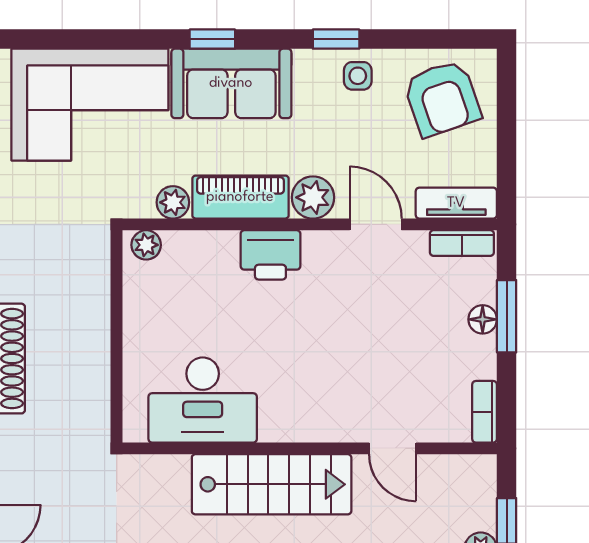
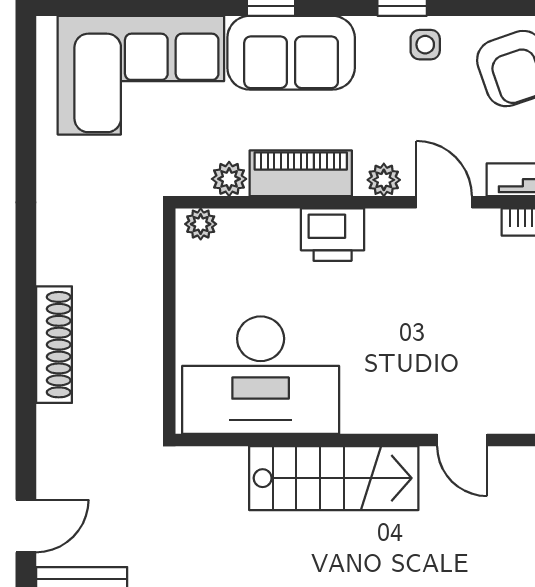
plant: (313, 197) -> (384, 180), width x0.73, depth x0.73
desk: (203, 400) -> (261, 375), width x1.36, depth x1.30

